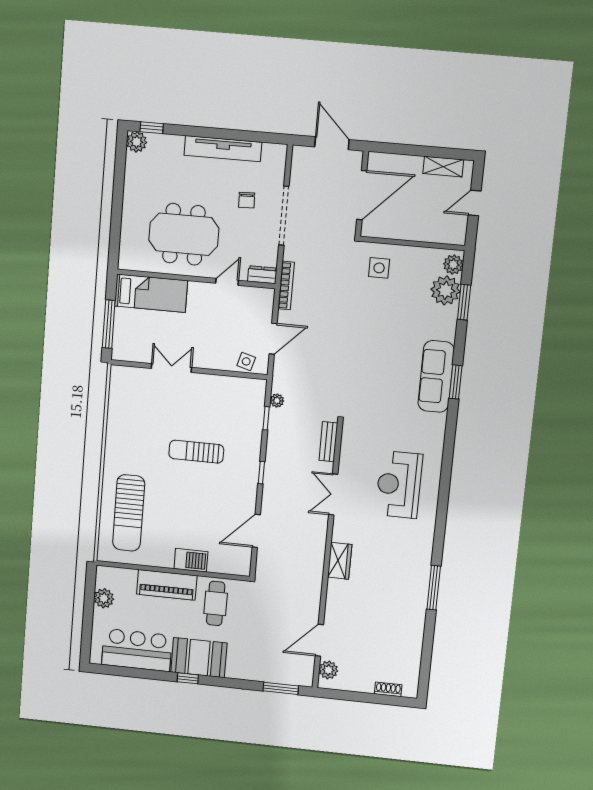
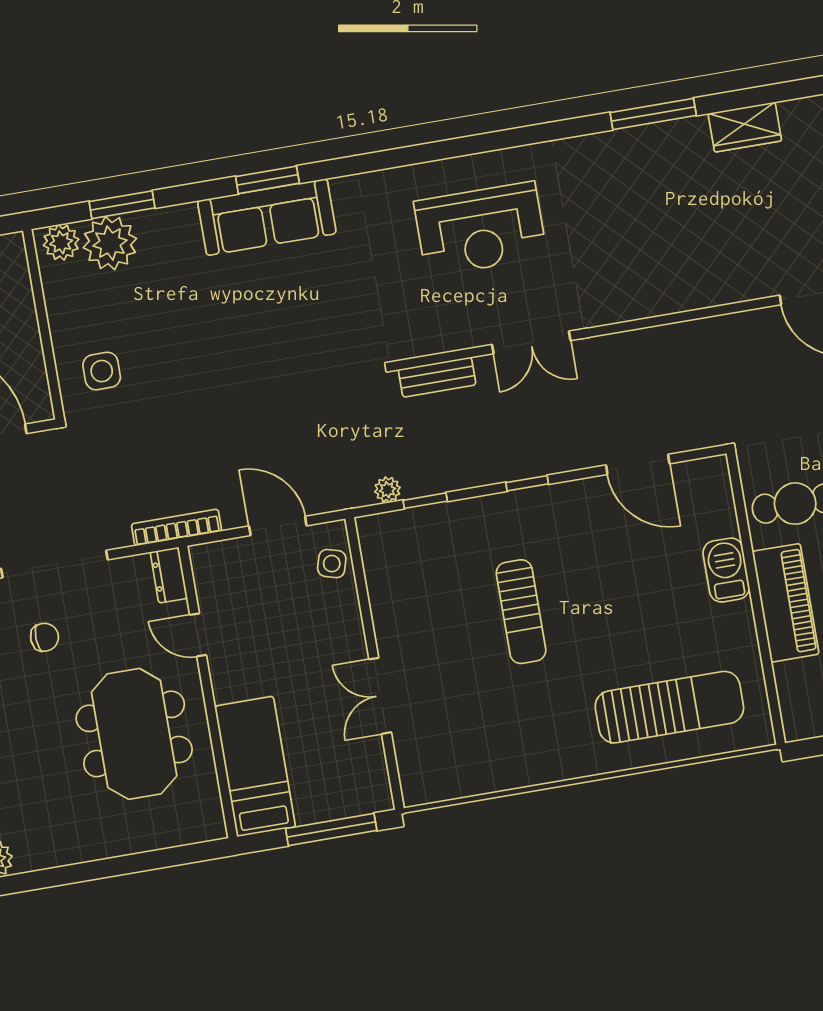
wardrobe: (340, 561) -> (745, 127), moved, turned 180

